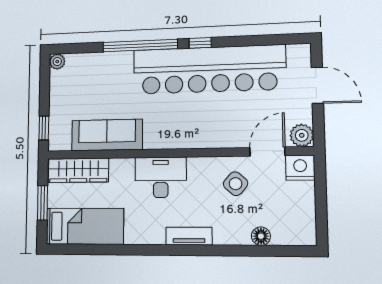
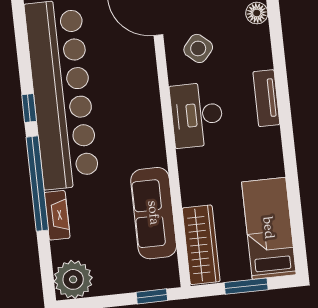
fireplace: (114, 59) -> (57, 215), added
plant: (57, 62) -> (73, 279), width x1.88, depth x1.88
desk: (161, 177) -> (197, 115), moved

